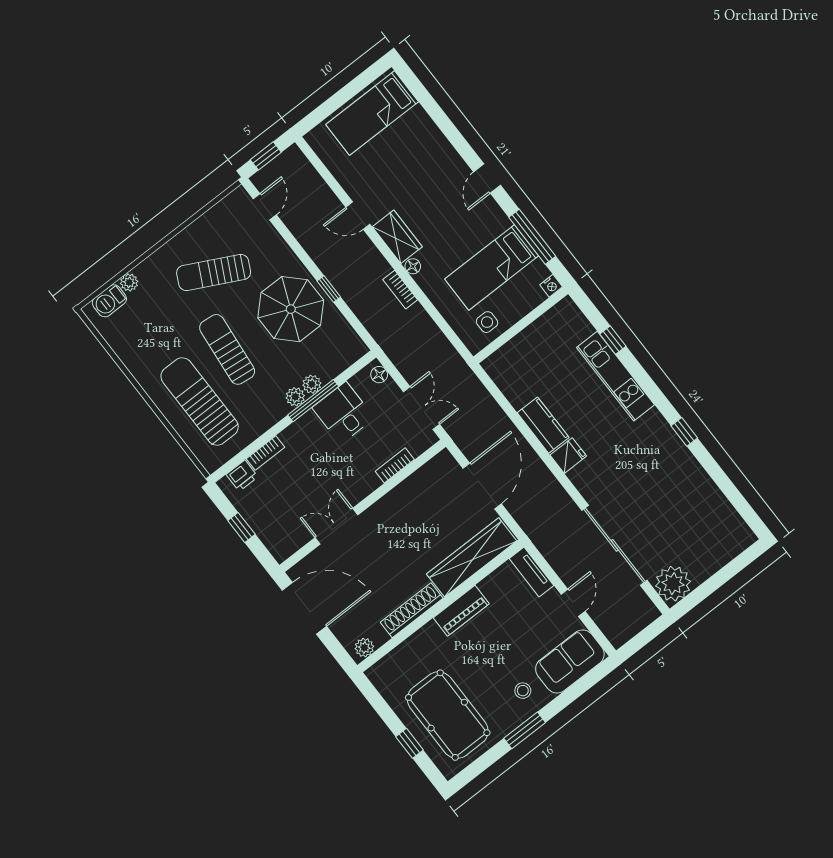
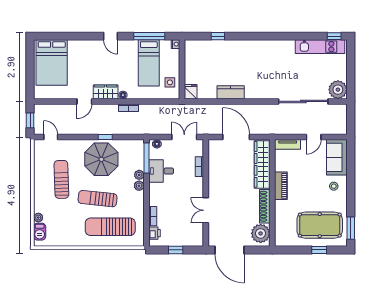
bed: (372, 113) -> (52, 63), width x1.50
sun lounger: (214, 273) -> (61, 179), turned 151
kitchen unit: (615, 376) -> (320, 47), moved
window: (313, 401) -> (146, 158), moved
window: (684, 432) -> (334, 36), moved
fridge: (568, 456) -> (191, 92), moved
door: (573, 603) -> (314, 137), swing flipped
door: (304, 608) -> (229, 250), swing flipped
plant: (364, 648) -> (261, 233), width x1.88, depth x1.88
window: (525, 730) -> (351, 228), moved

